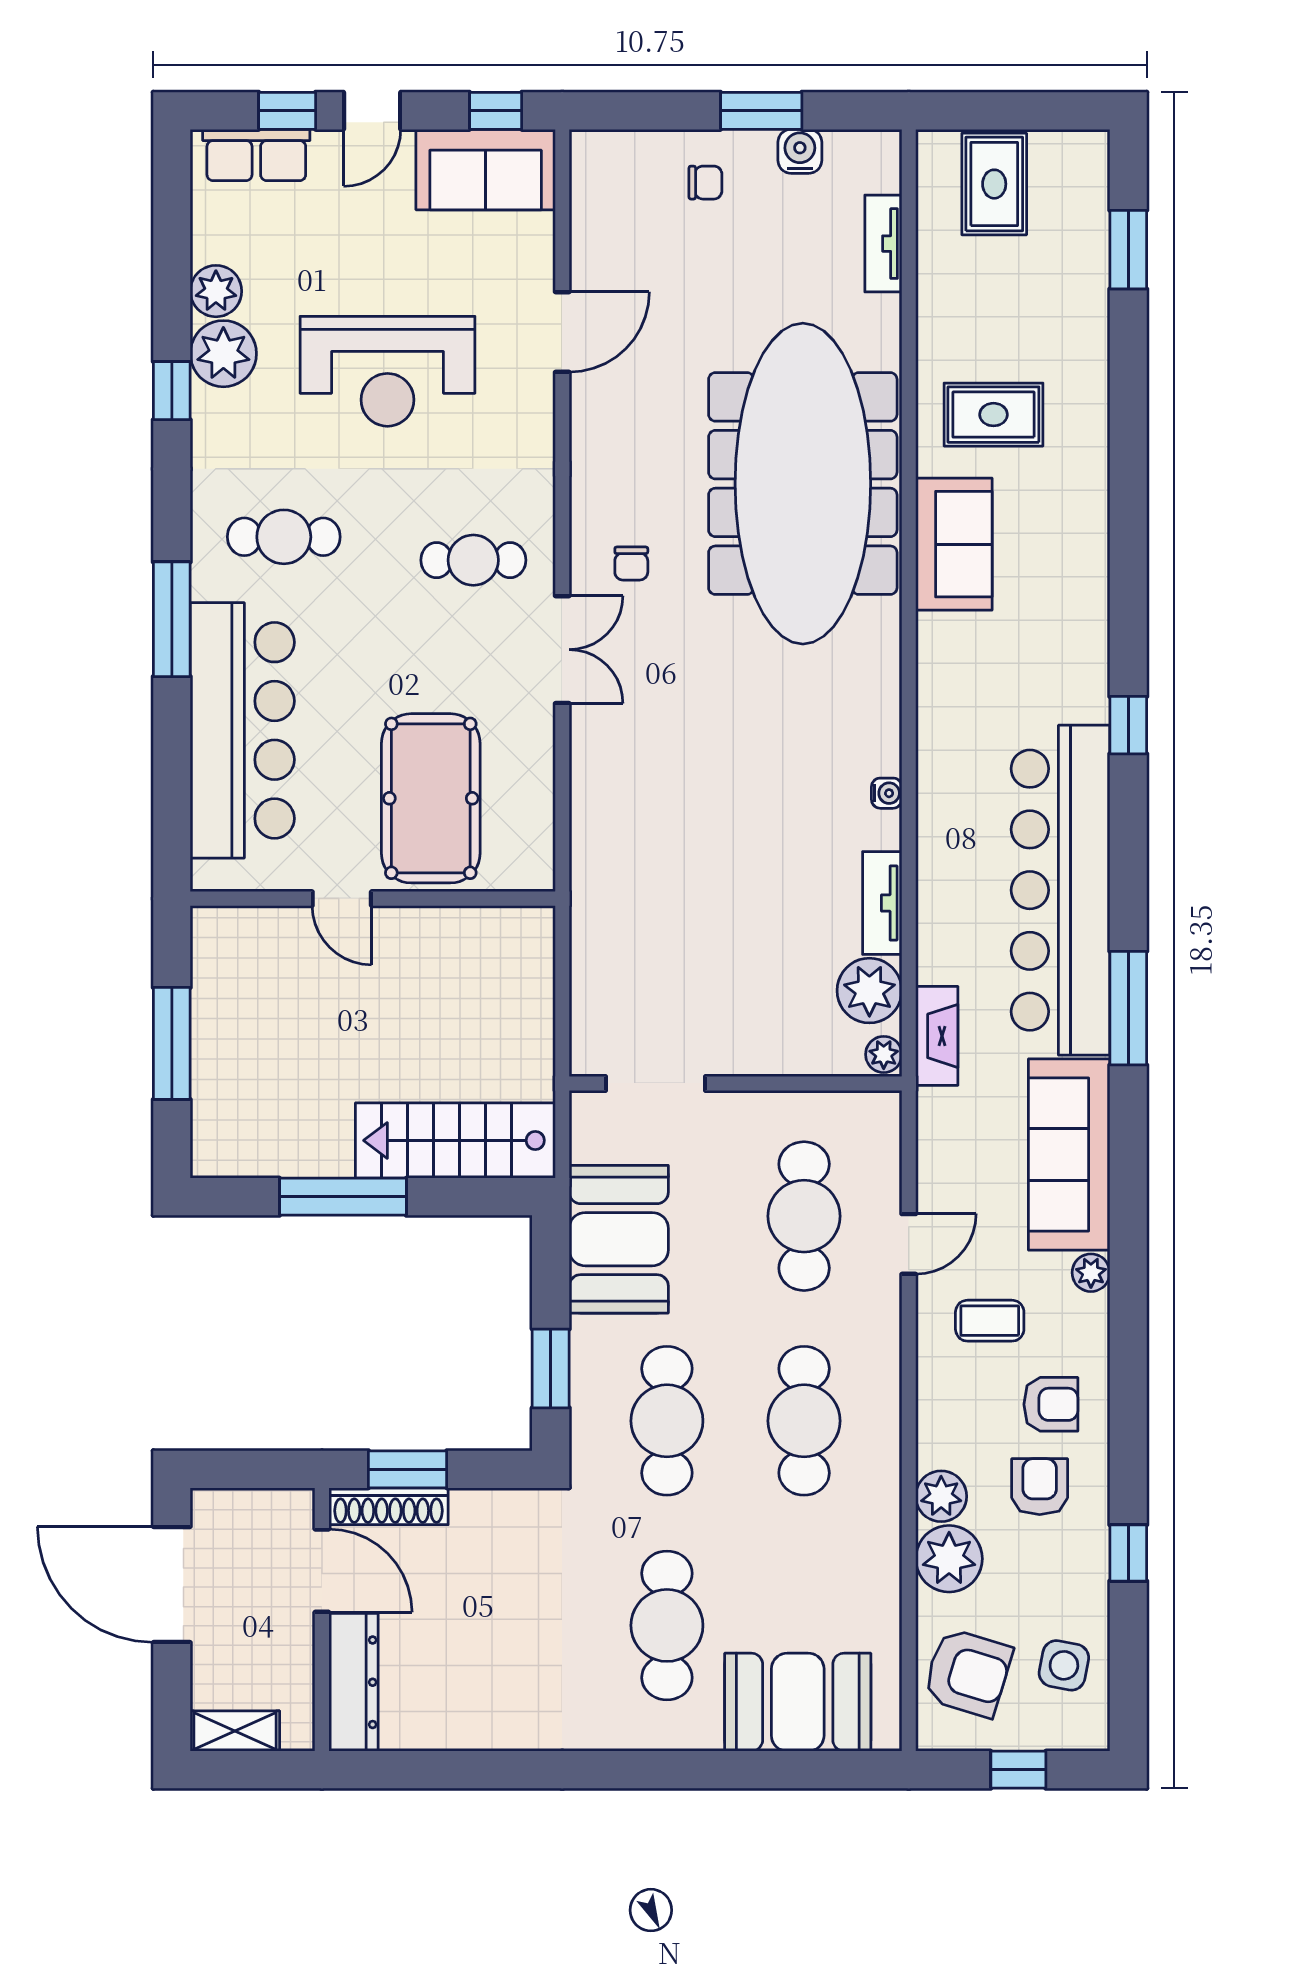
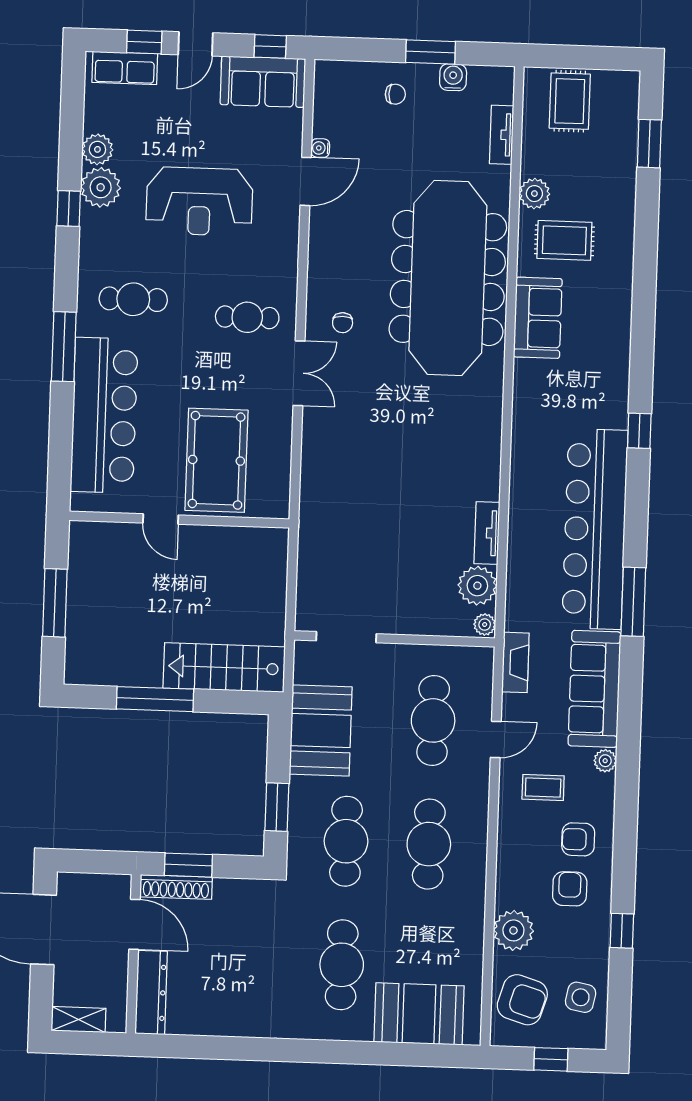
water cooler: (887, 793) -> (320, 148), moved, turned 180
fireplace: (937, 1036) -> (515, 662), moved
armchair: (1051, 1404) -> (578, 839), turned 180
plant: (941, 1496) -> (534, 194), moved

